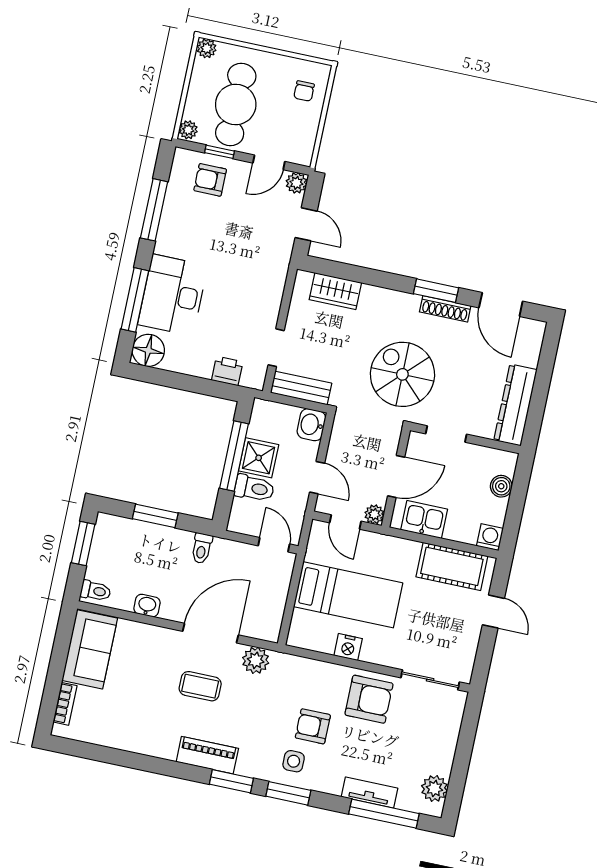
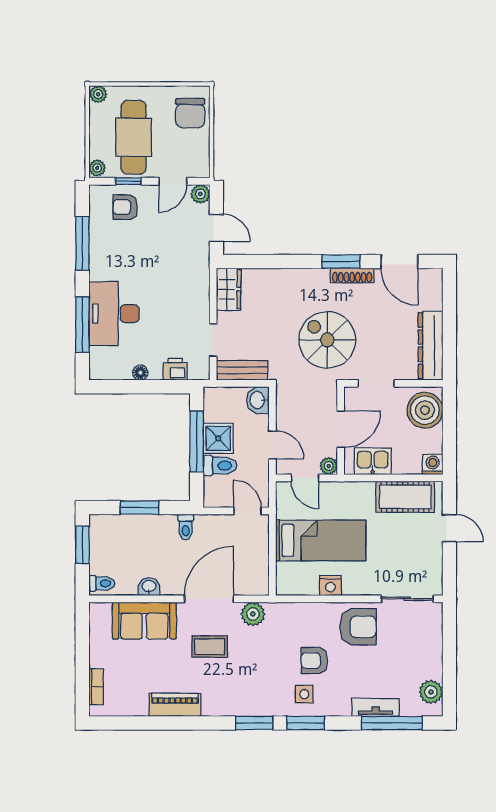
chair: (304, 91) -> (190, 113), width x1.87, depth x1.87
wardrobe: (335, 291) -> (229, 289), moved, turned -90
floor lamp: (148, 350) -> (140, 373), moved, width x0.53, depth x0.53
boiler: (501, 486) -> (425, 410), width x1.86, depth x1.86
sofa: (90, 649) -> (144, 621), moved, turned 90
piano: (207, 755) -> (175, 705), moved

